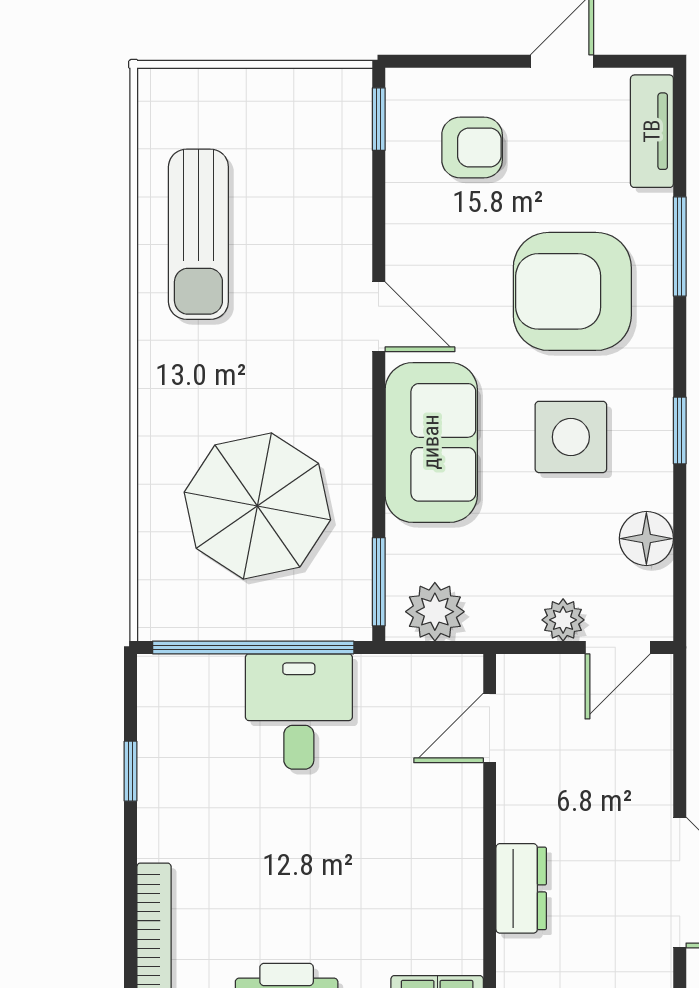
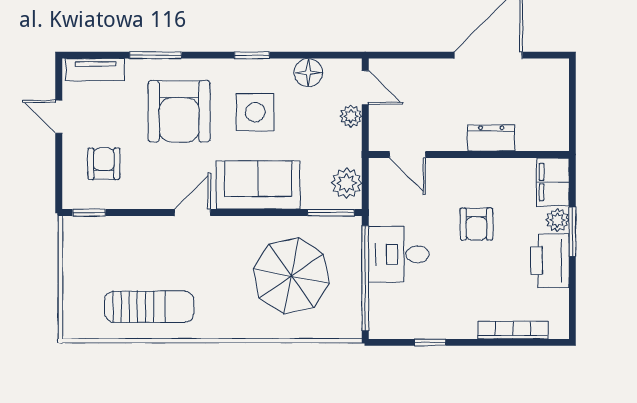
armchair: (357, 860) -> (476, 224), added

